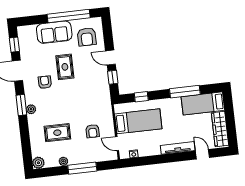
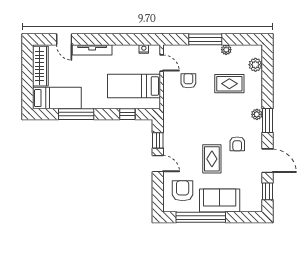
plant: (38, 163) -> (255, 65), moved

